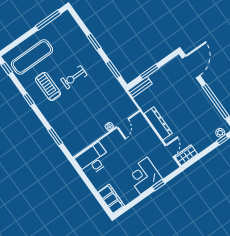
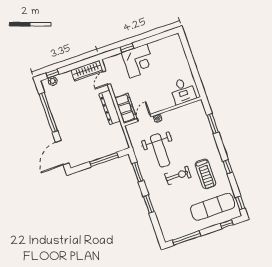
window: (14, 44) -> (227, 224), added
window: (149, 72) -> (104, 160), width x1.44
bench: (140, 87) -> (117, 147), removed
weight bench: (98, 96) -> (160, 150), added
wardrobe: (186, 155) -> (87, 71), width x1.50
desk: (93, 160) -> (183, 91), width x0.73
filing cabinet: (111, 199) -> (126, 108), moved, turned 180

